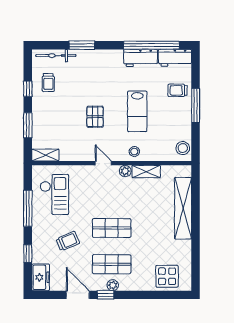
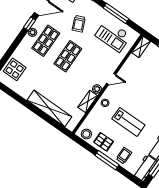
lab bench: (137, 111) -> (128, 122), turned 180
pallet: (95, 117) -> (104, 142), moved

